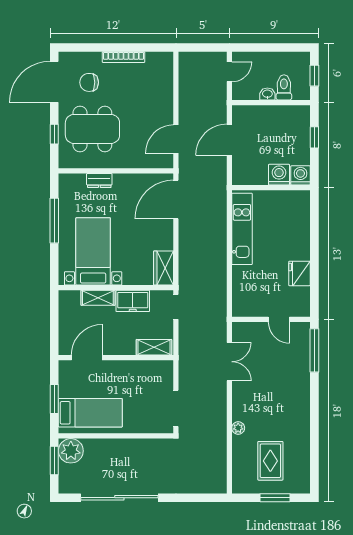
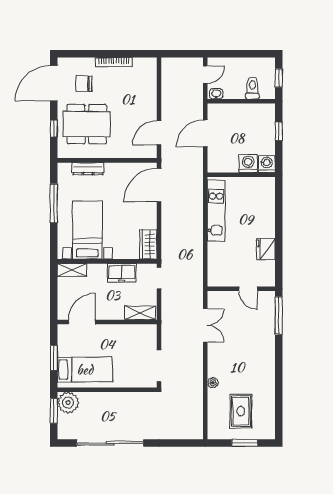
washbasin: (267, 94) -> (216, 94), moved
dresser: (99, 181) -> (88, 169), width x1.44
shelving: (98, 298) -> (72, 270), moved

